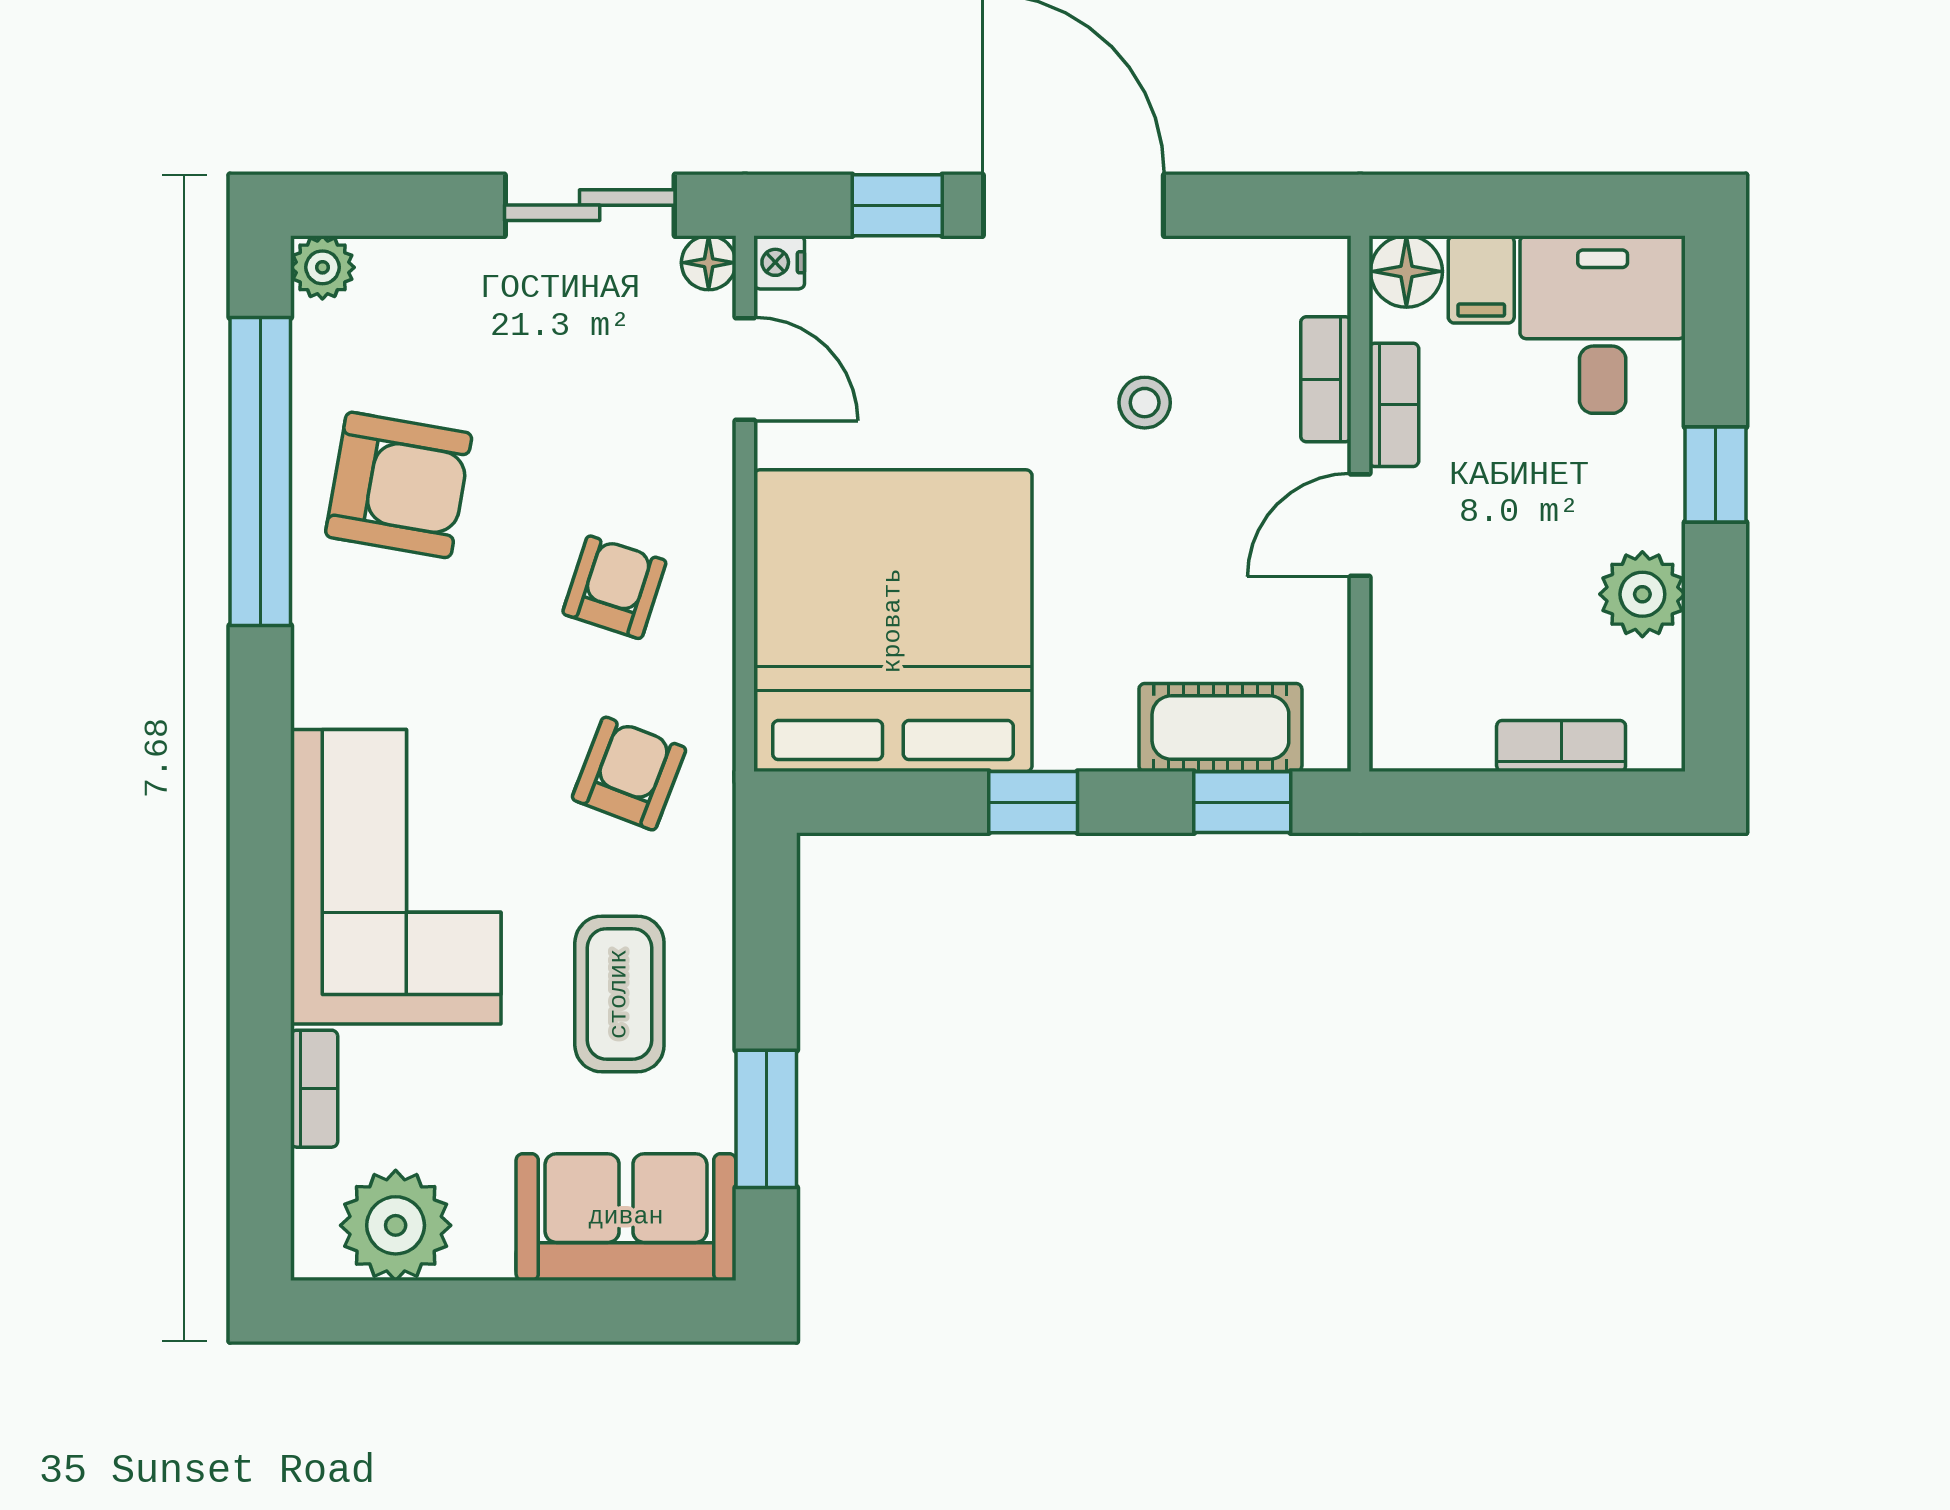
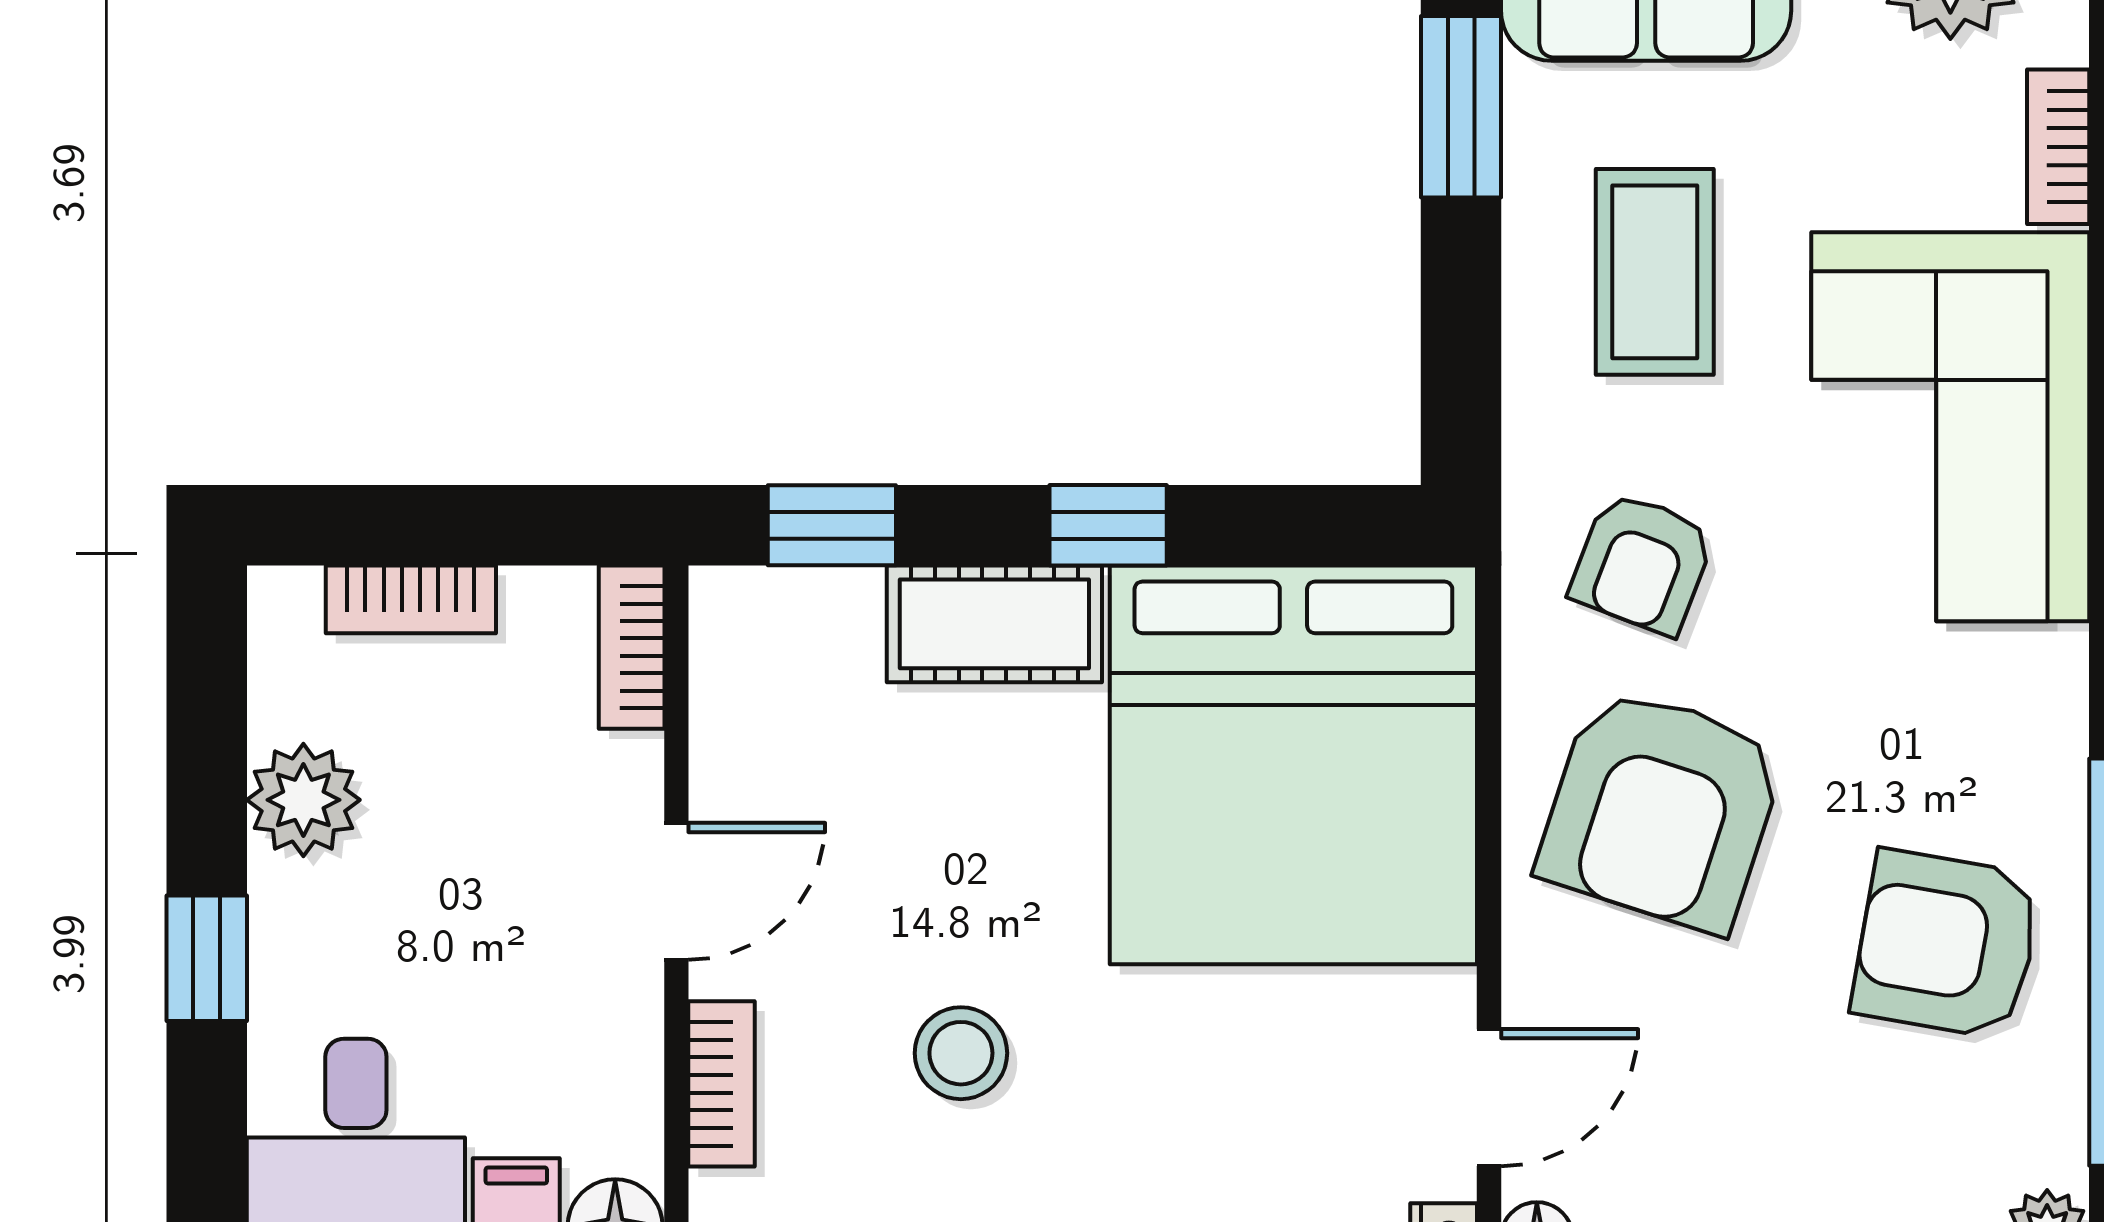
door: (745, 369) -> (1489, 1098), swing flipped
stool: (1145, 403) -> (961, 1053), width x1.37, depth x1.37
bookcase: (1394, 405) -> (632, 647), moved
armchair: (614, 587) -> (1661, 809), width x1.88, depth x1.88
cot: (1220, 728) -> (994, 624), moved

